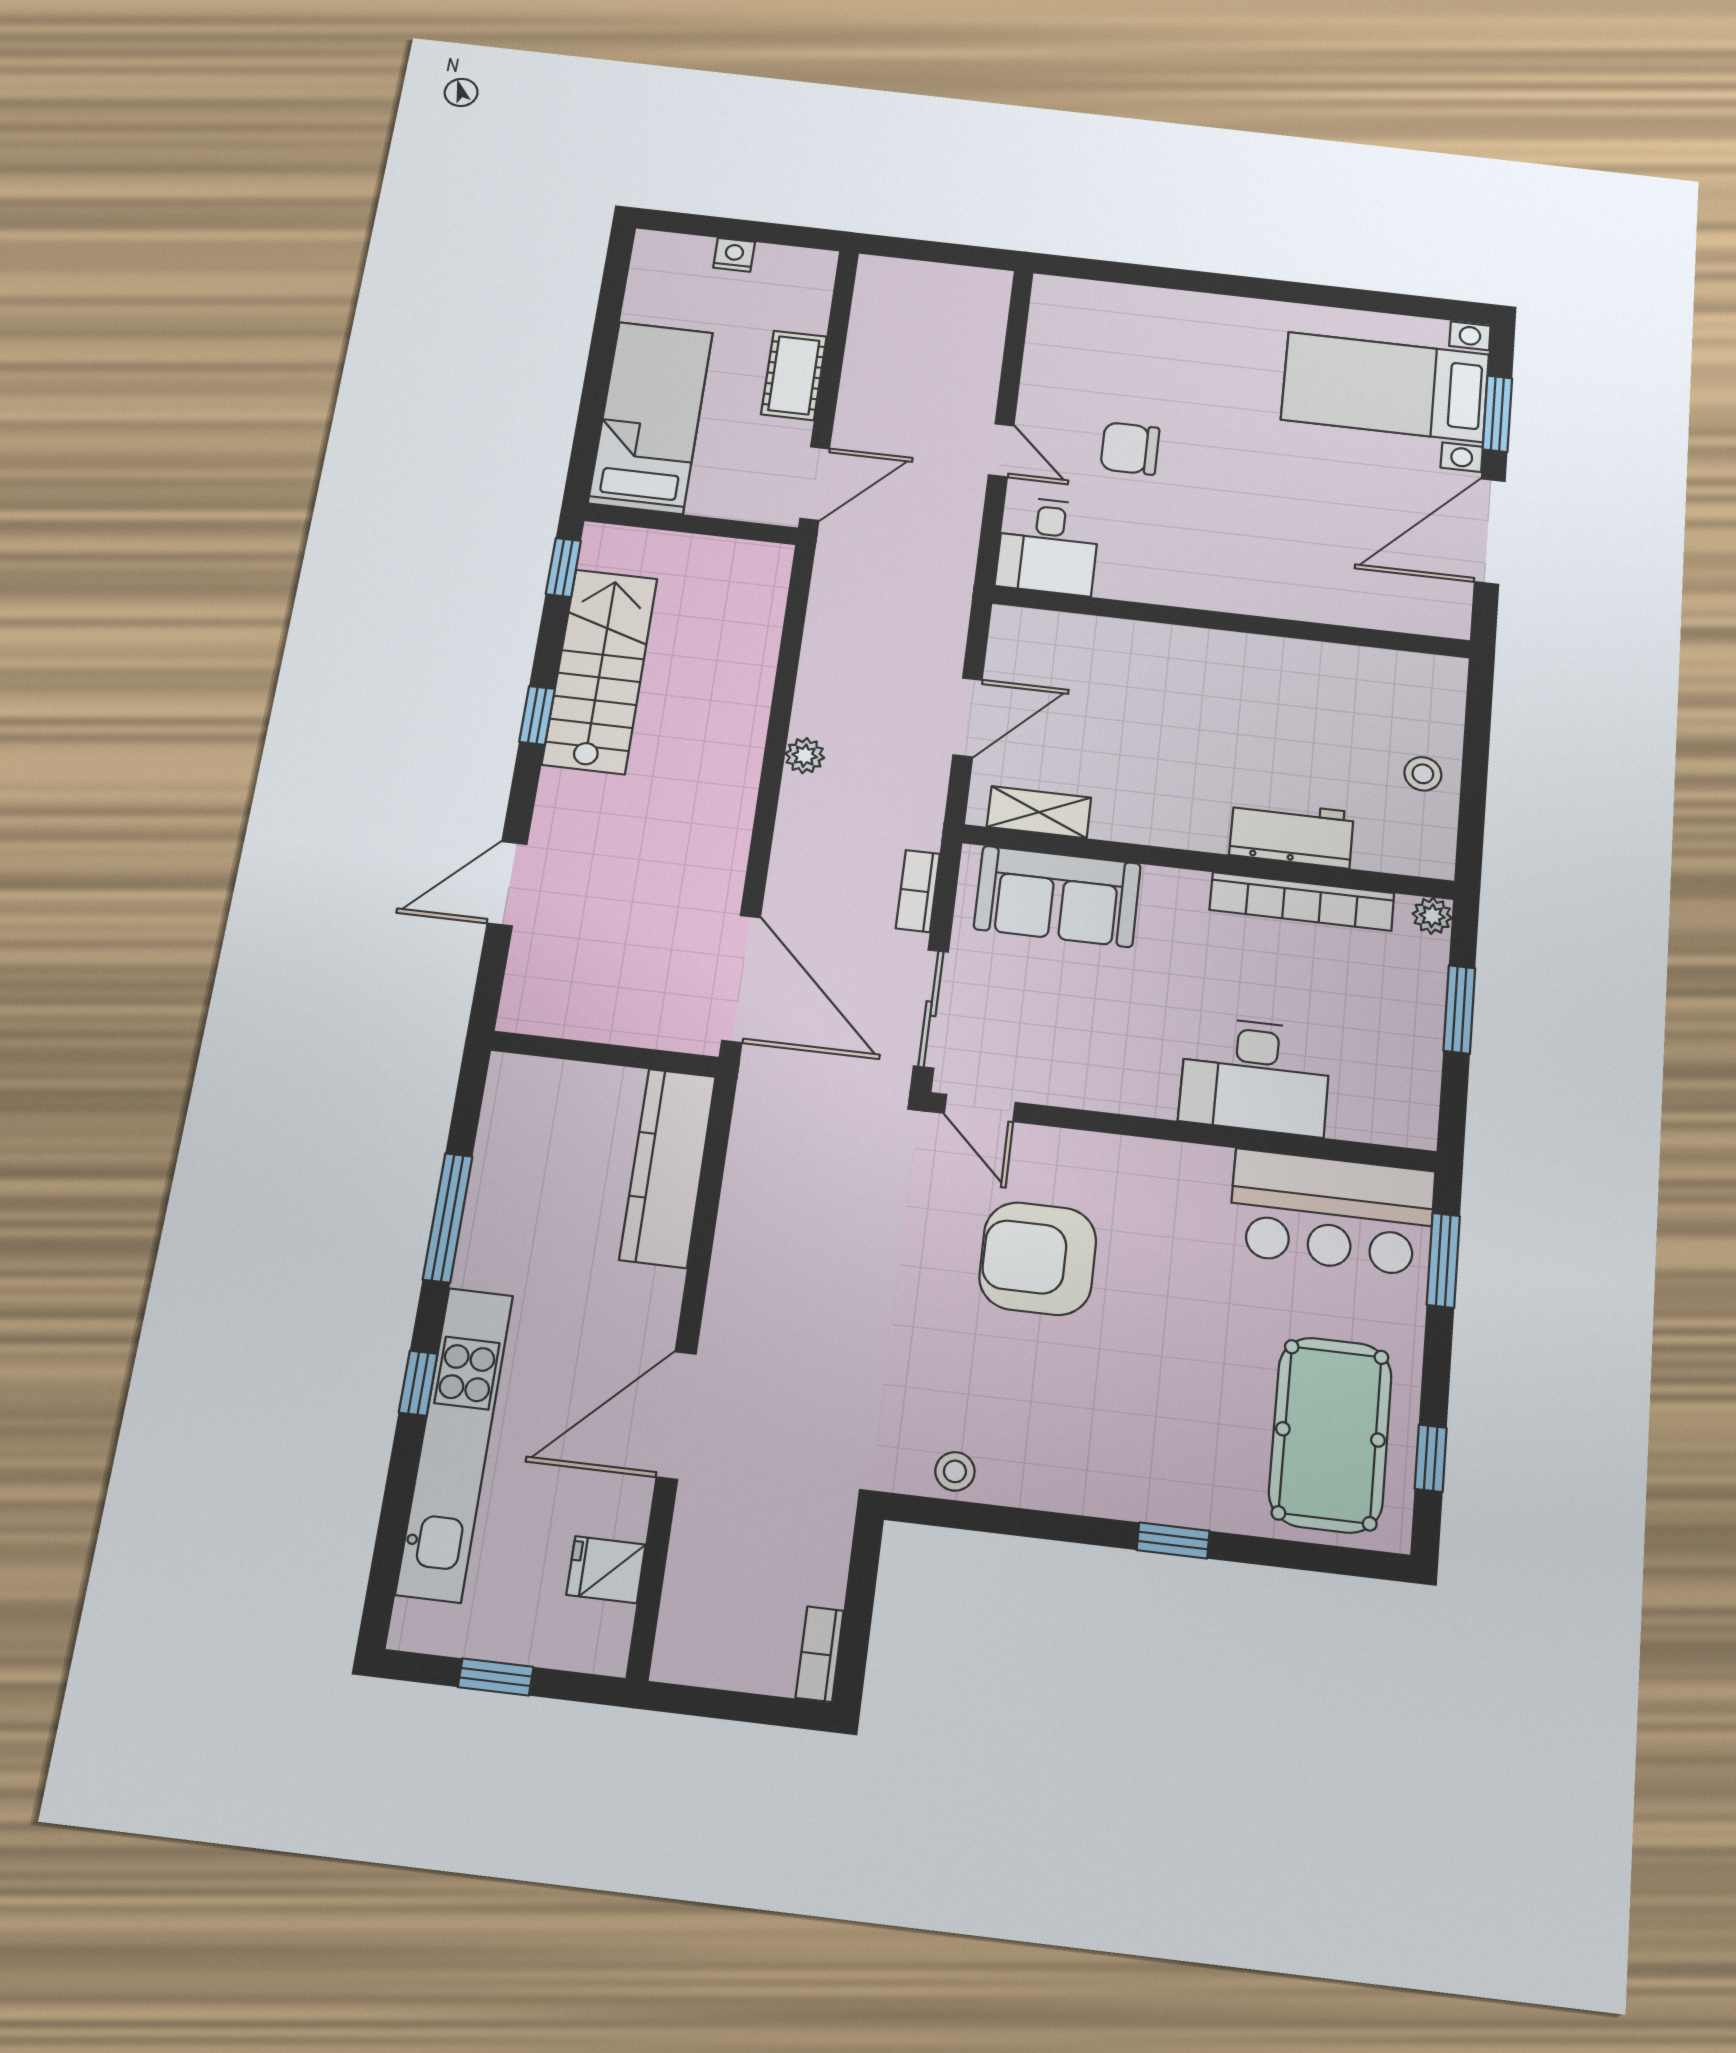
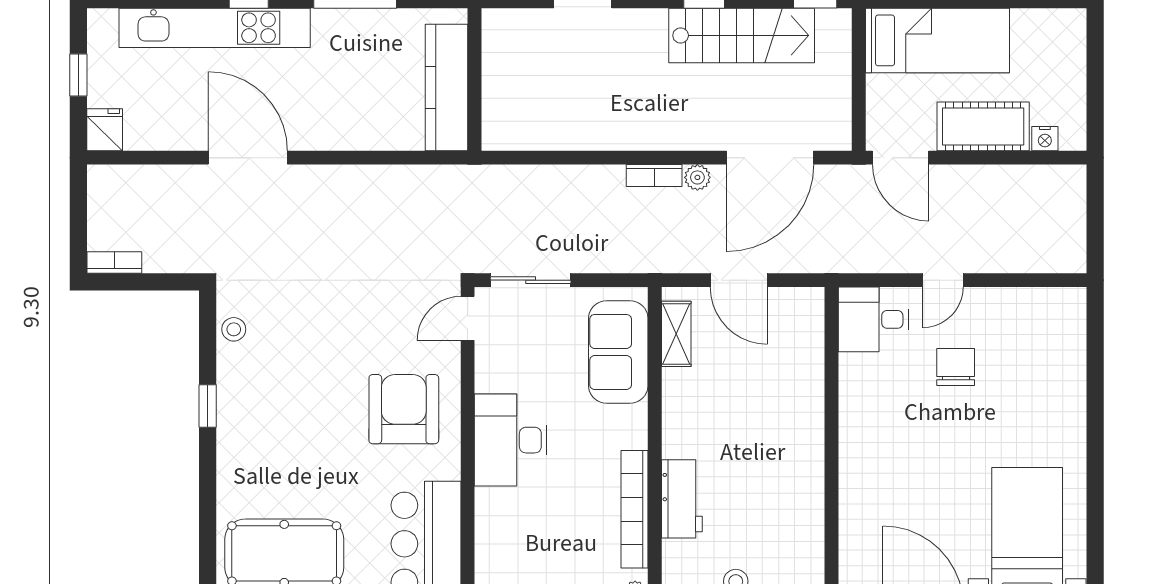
nightstand: (734, 255) -> (1045, 139), moved, turned 90
cot: (794, 375) -> (983, 126), width x1.37, depth x1.34
bookcase: (918, 891) -> (654, 176), moved, turned 180
door: (741, 979) -> (770, 158), moved
desk: (1255, 1076) -> (511, 440), moved
kitchen counter: (668, 1168) -> (447, 87), moved, turned -90
armchair: (1038, 1259) -> (404, 409), moved
window: (1173, 1540) -> (208, 406), moved
fridge: (606, 1570) -> (105, 130), moved

